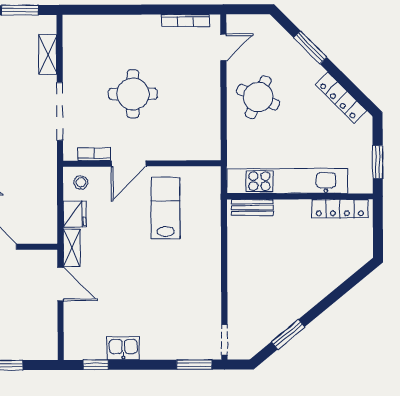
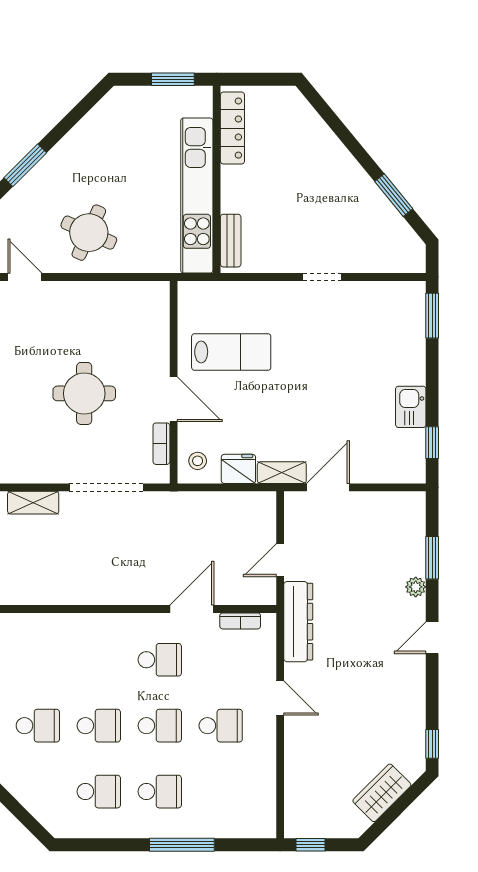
locker: (341, 98) -> (90, 126), removed
lab bench: (166, 208) -> (231, 352), turned 180
doorway: (224, 340) -> (322, 277), moved

